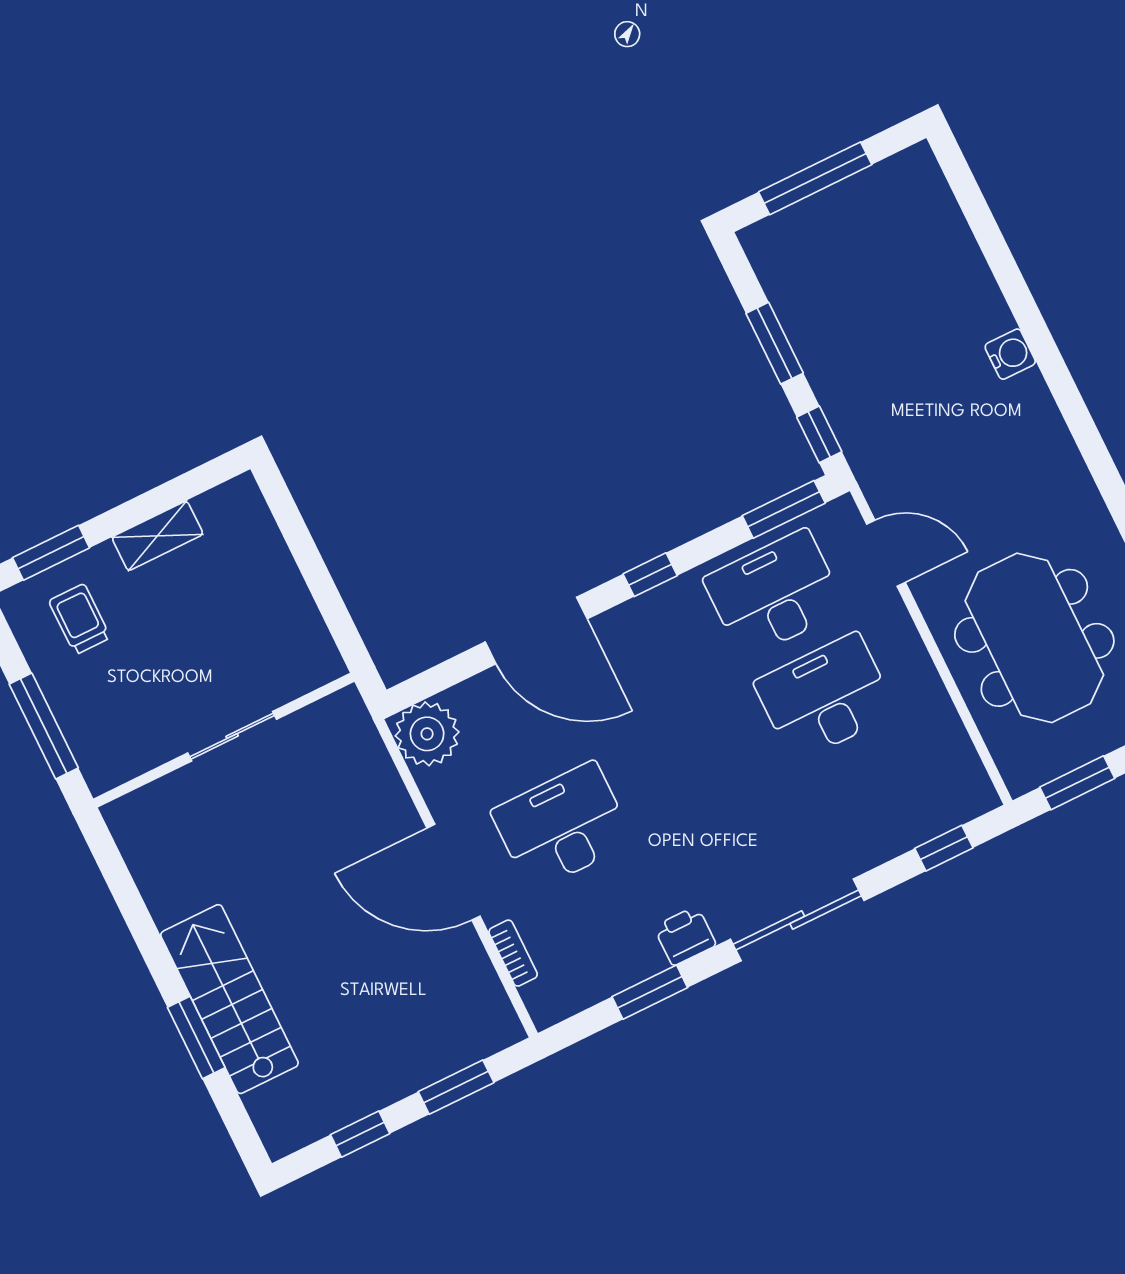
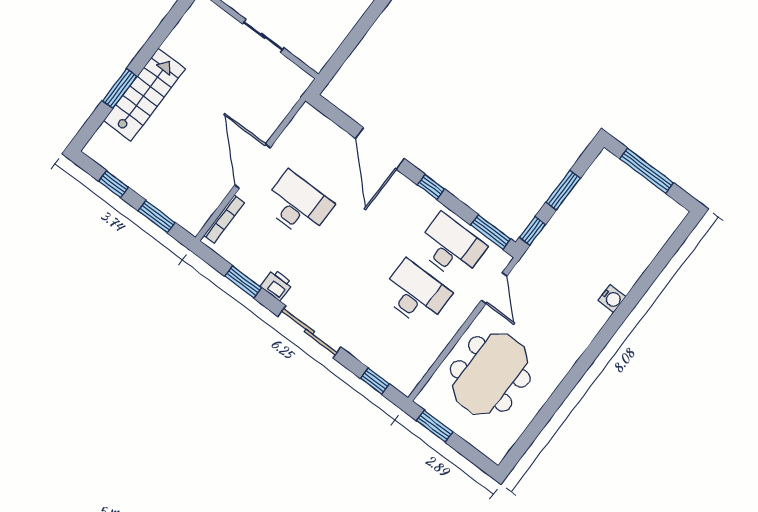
plant: (427, 734) -> (309, 123), removed
bookcase: (513, 953) -> (224, 219), width x1.56

